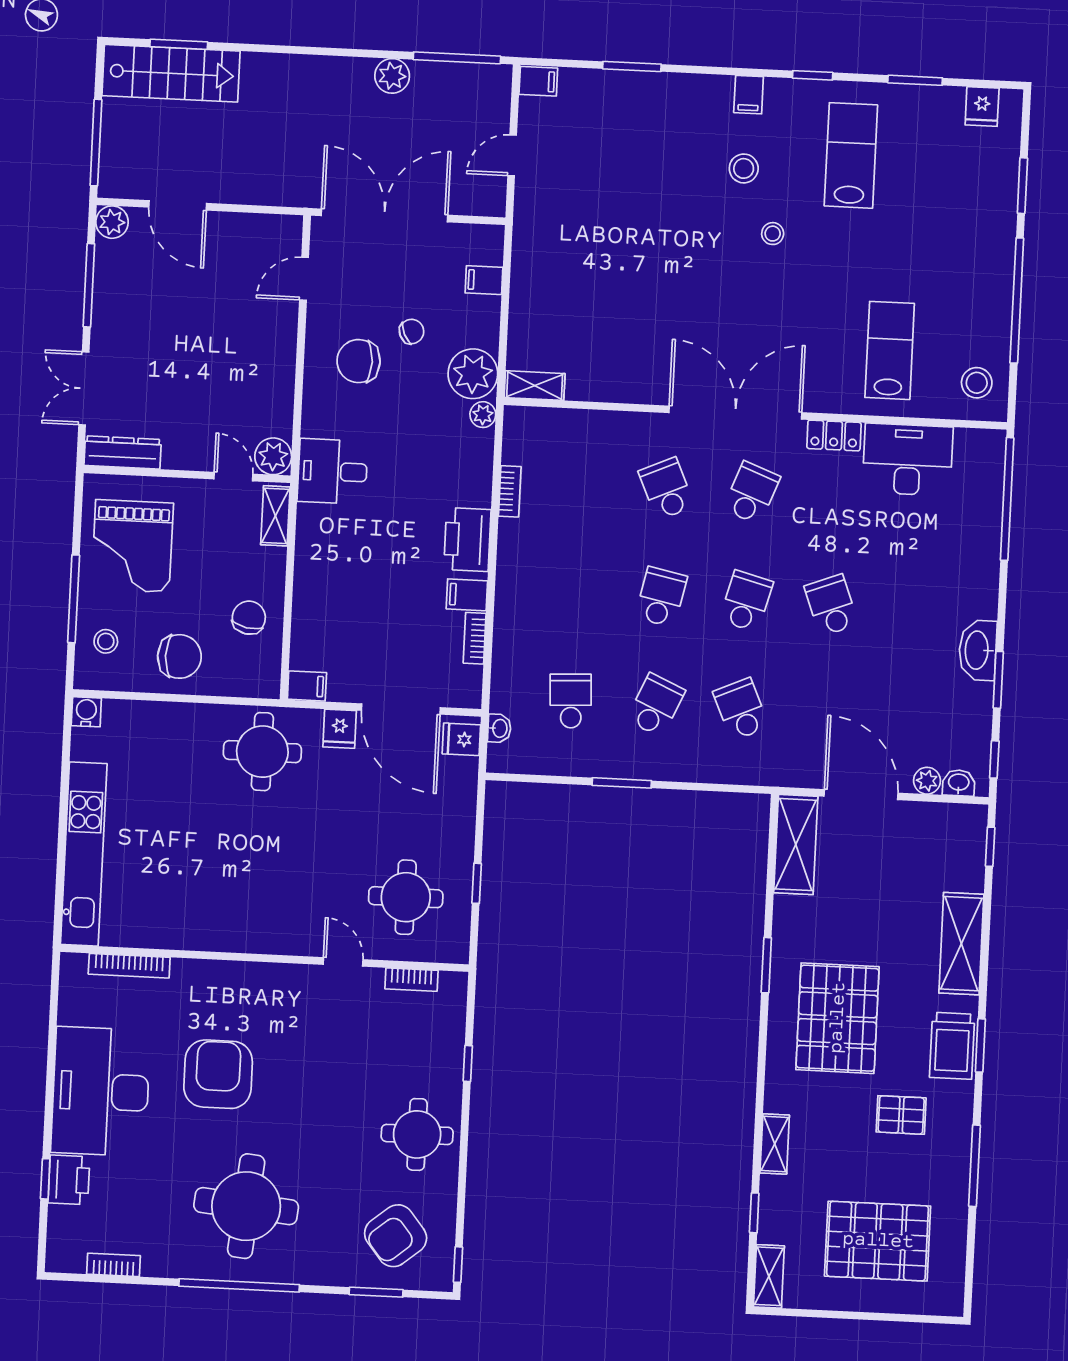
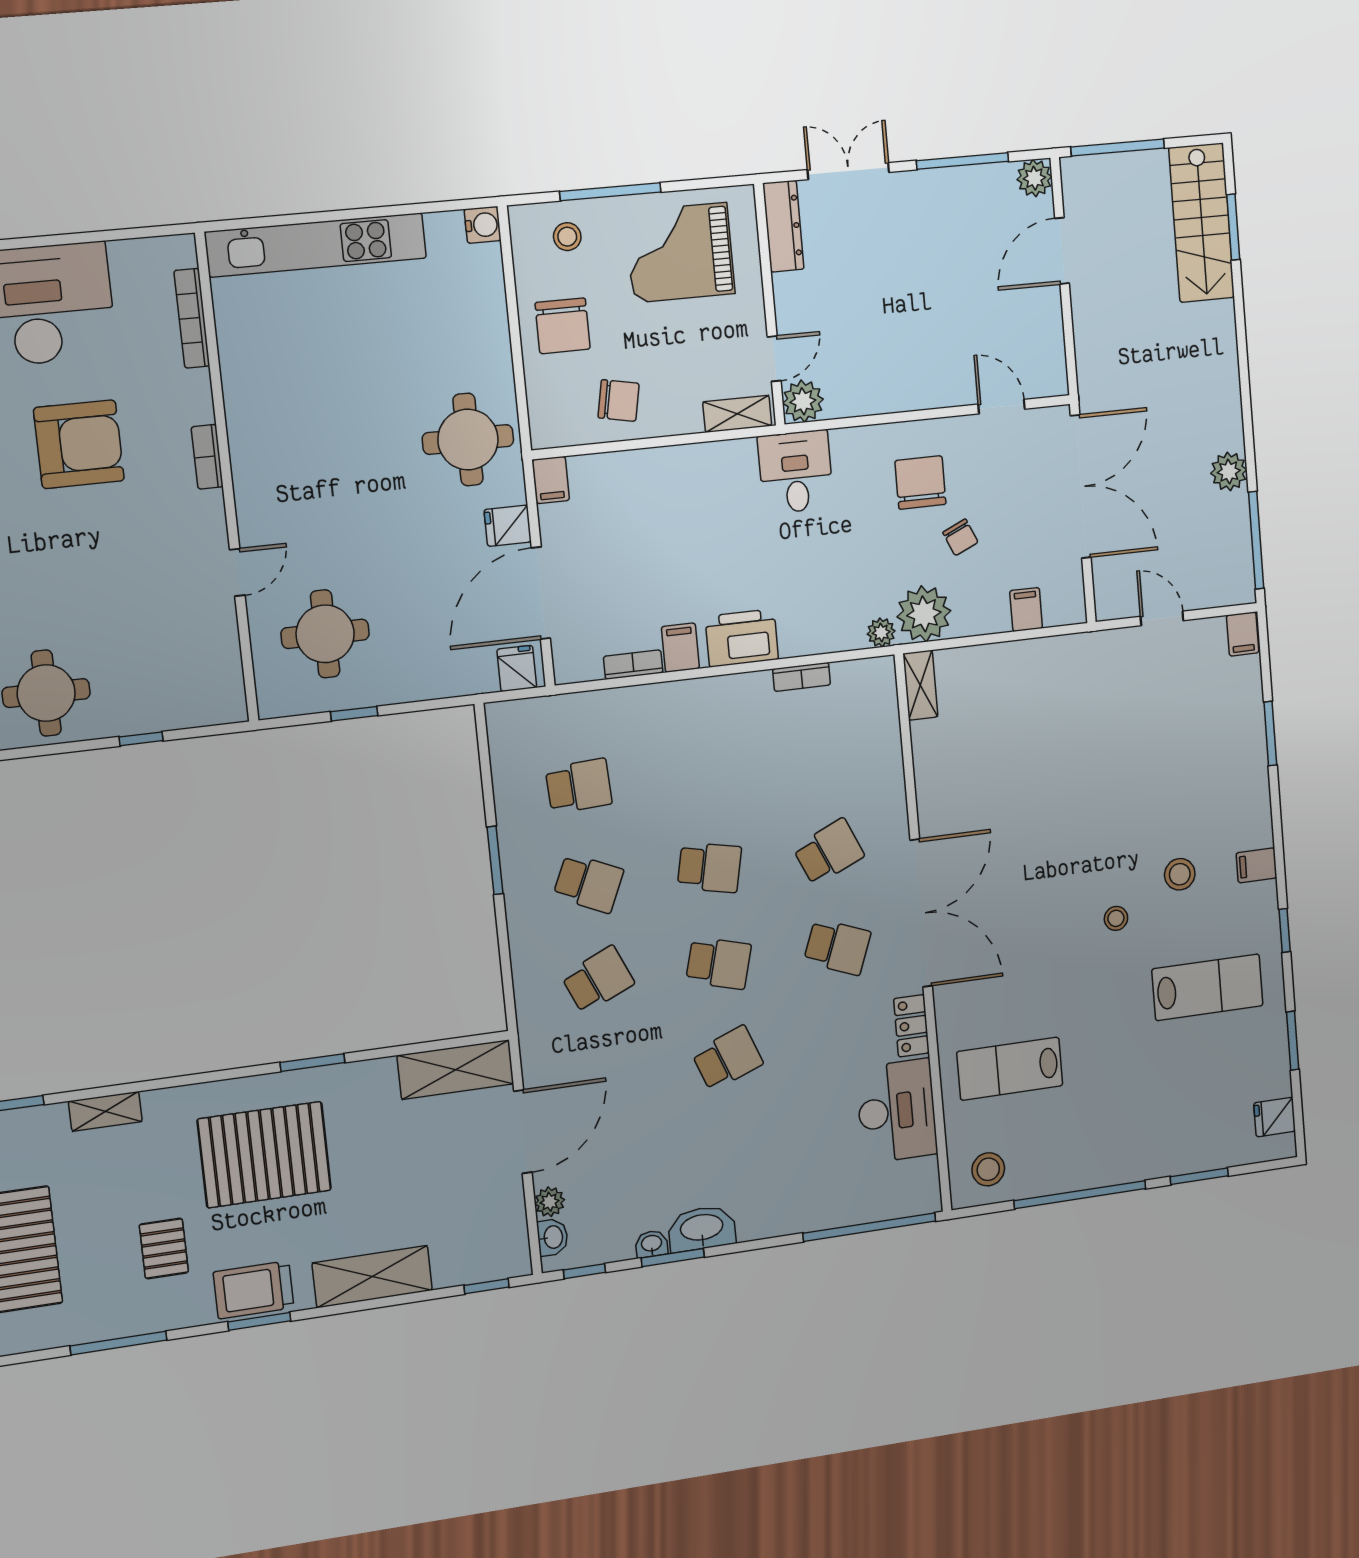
lab bench: (890, 350) -> (1010, 1069), turned 180
washbasin: (499, 728) -> (652, 1244), moved, turned 180
bookcase: (411, 980) -> (207, 457), moved

